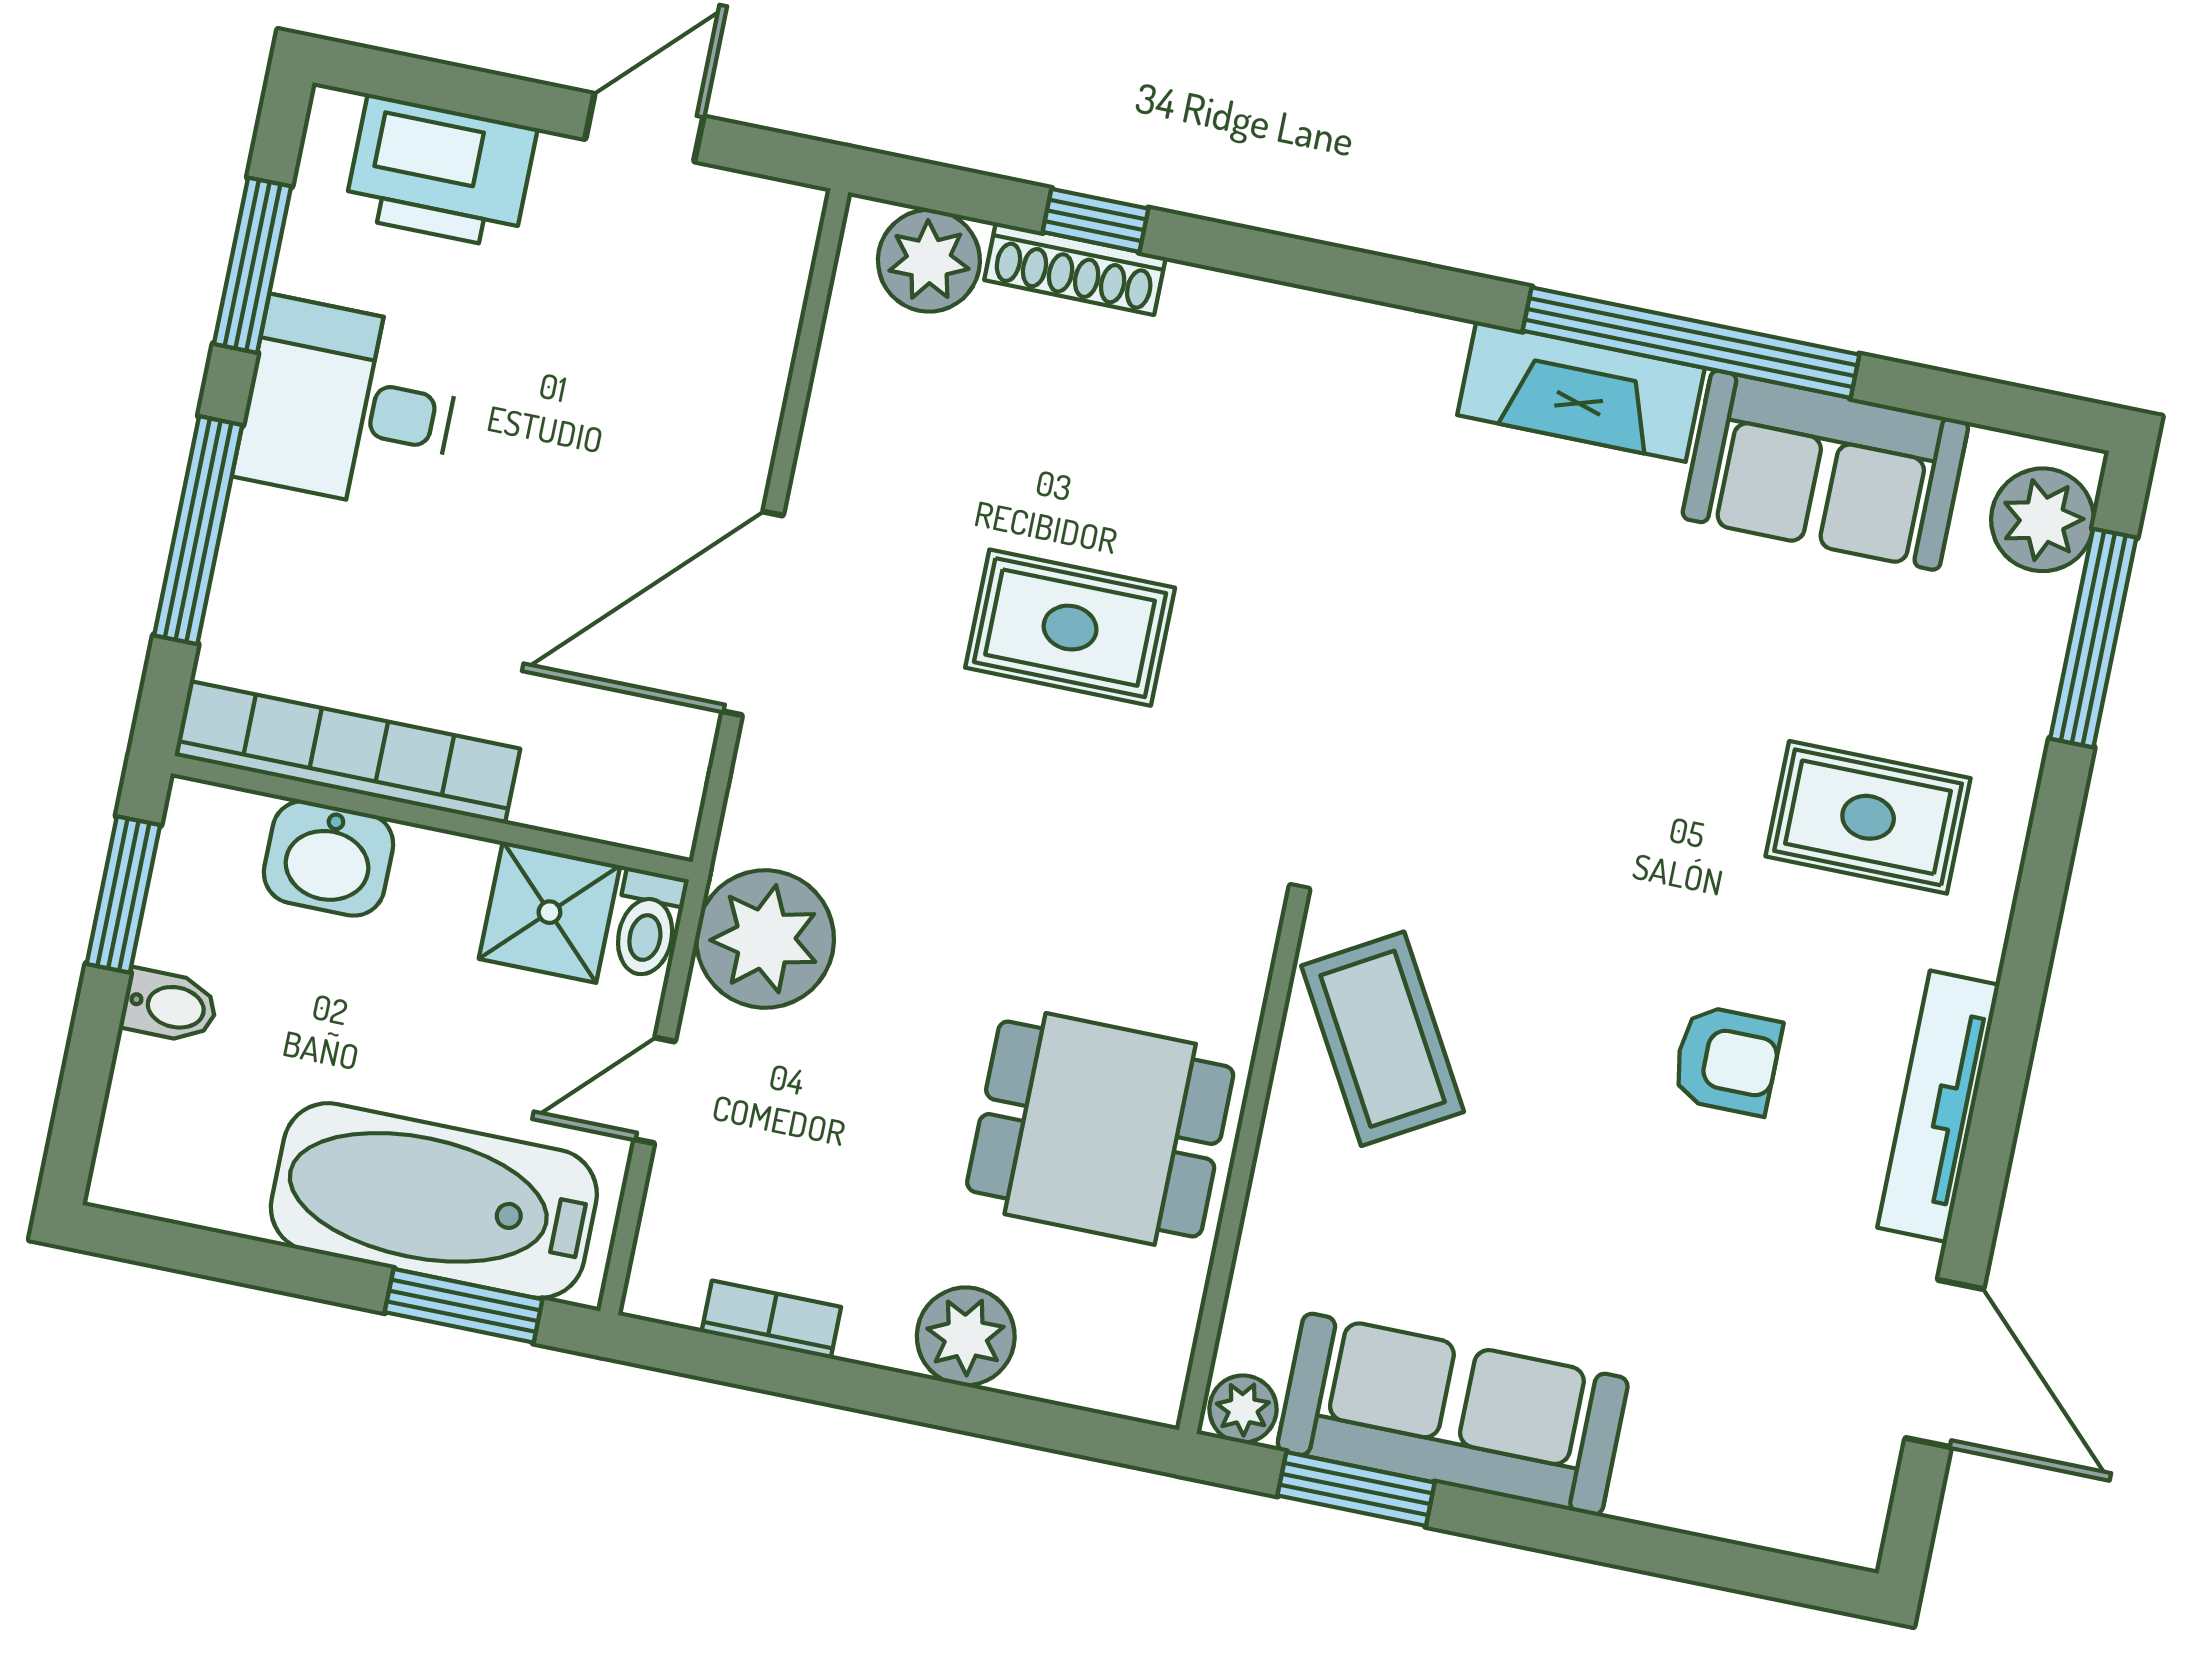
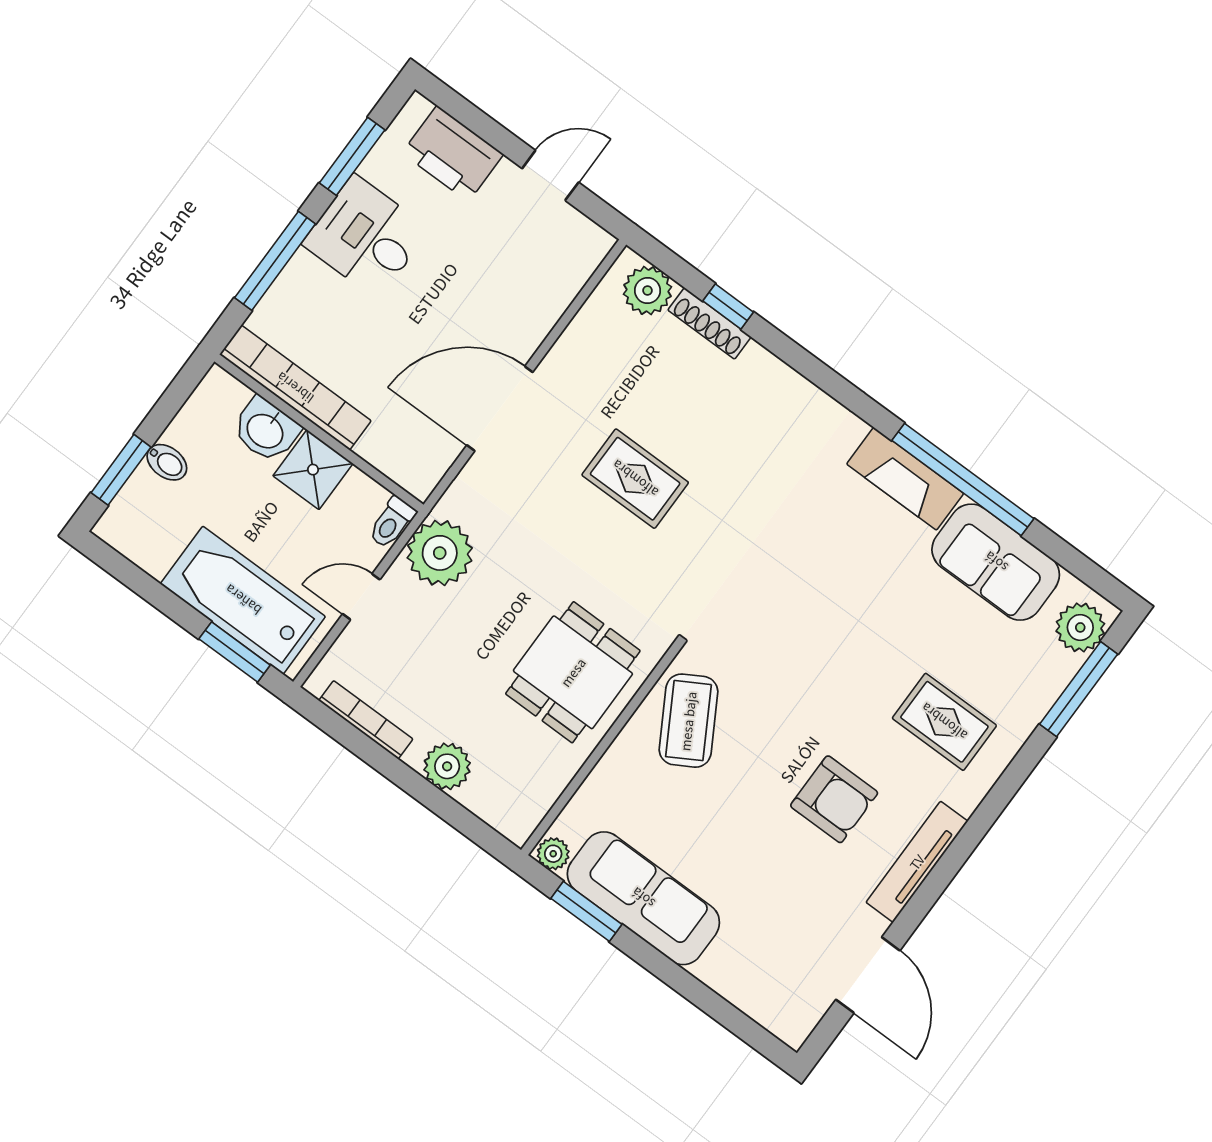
window: (123, 894) -> (121, 470), moved
shower: (549, 912) -> (313, 470), moved
armchair: (1727, 1060) -> (834, 799), width x1.38, depth x1.38
dining table: (1100, 1129) -> (573, 672), moved, turned 90
bookcase: (771, 1320) -> (366, 720), width x1.56

